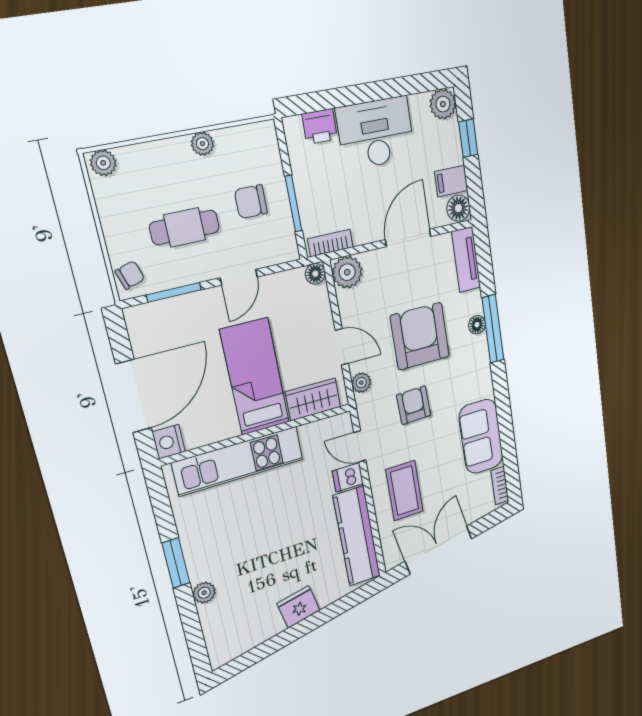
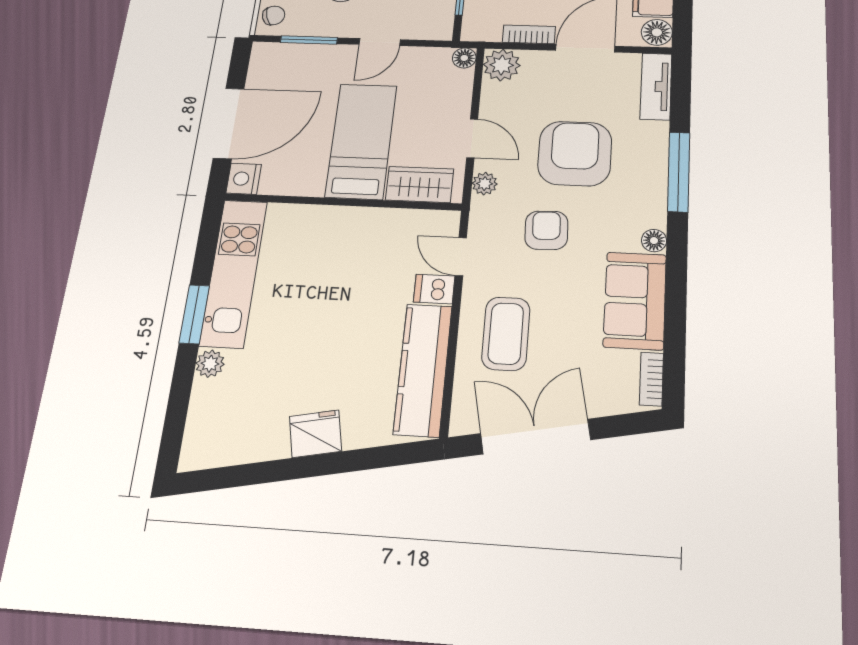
bookcase: (330, 243) -> (529, 34), moved
floor lamp: (477, 325) -> (654, 241), moved
kitchen unit: (238, 461) -> (234, 273), moved, turned -90

